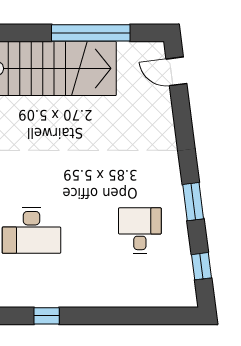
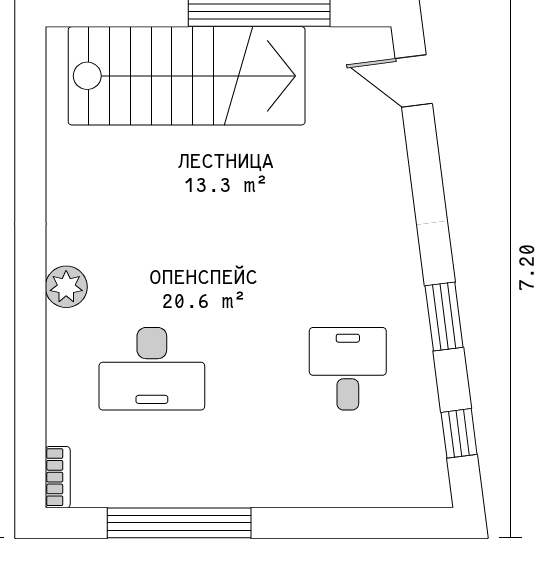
window: (47, 316) -> (179, 523), width x3.17

